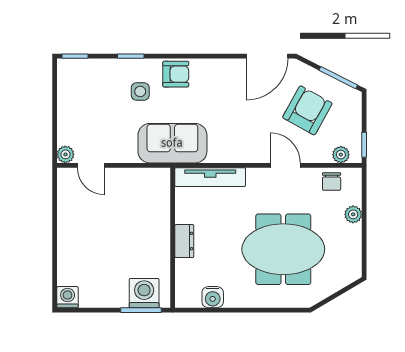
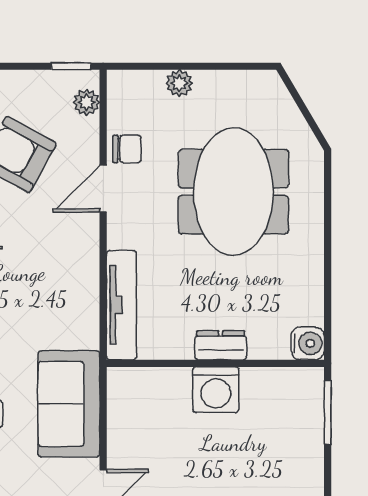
sofa: (172, 143) -> (69, 404), moved
chair: (332, 182) -> (127, 149), moved
washing machine: (144, 293) -> (216, 390), moved, turned -90
water cooler: (213, 297) -> (308, 343), moved

